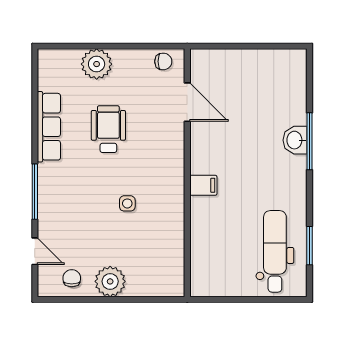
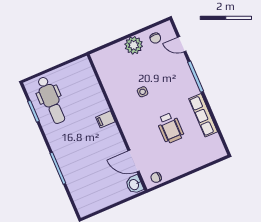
plant: (97, 64) -> (192, 161), removed
washbasin: (295, 140) -> (134, 184), moved, turned 180

